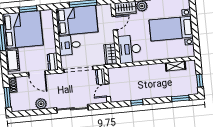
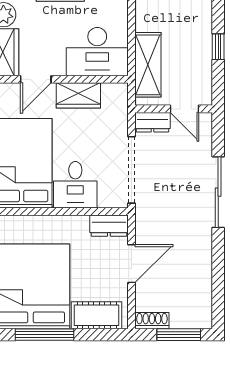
door: (115, 23) -> (36, 79), swing flipped
wardrobe: (110, 54) -> (78, 95), moved
shelving: (126, 72) -> (148, 65), added
plant: (41, 104) -> (200, 261), removed

